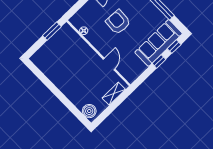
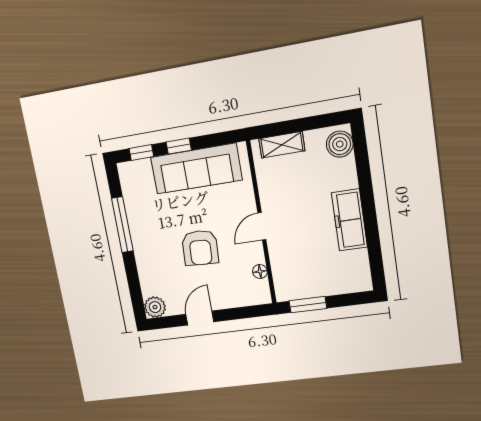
sofa: (159, 43) -> (196, 169), moved
door: (109, 64) -> (262, 226), moved
freezer: (62, 82) -> (349, 220), added

